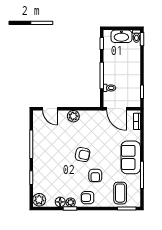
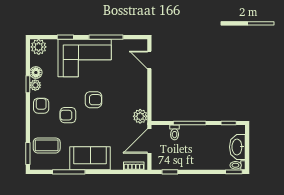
door: (50, 109) -> (149, 60), hinge flipped
plant: (73, 116) -> (140, 116), moved
armchair: (83, 155) -> (93, 100), turned -101
corner sofa: (48, 162) -> (85, 58), added

